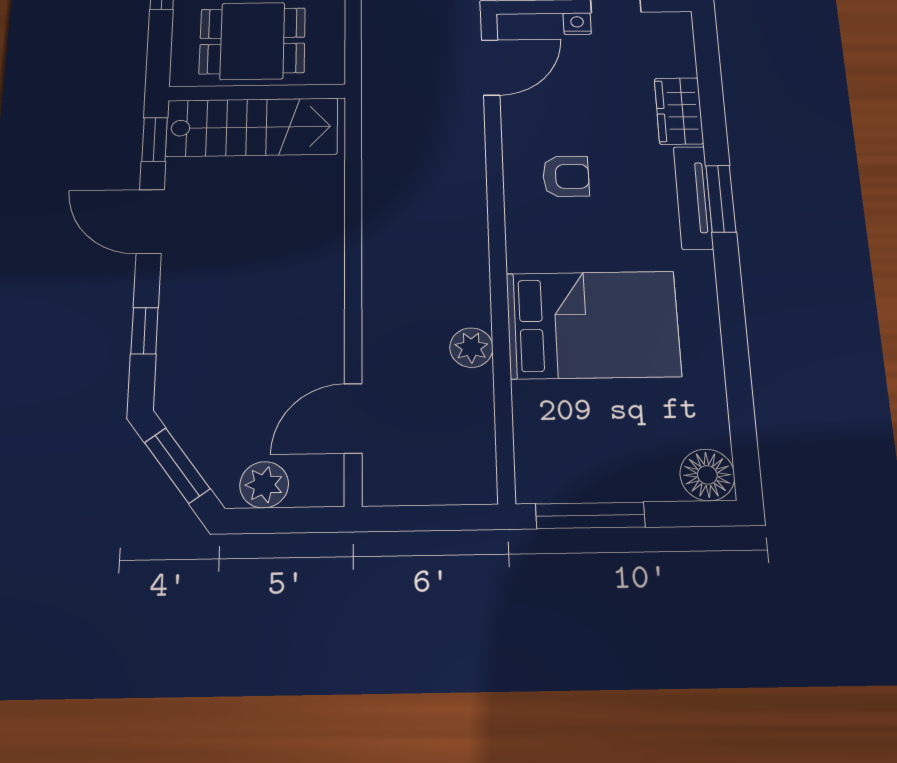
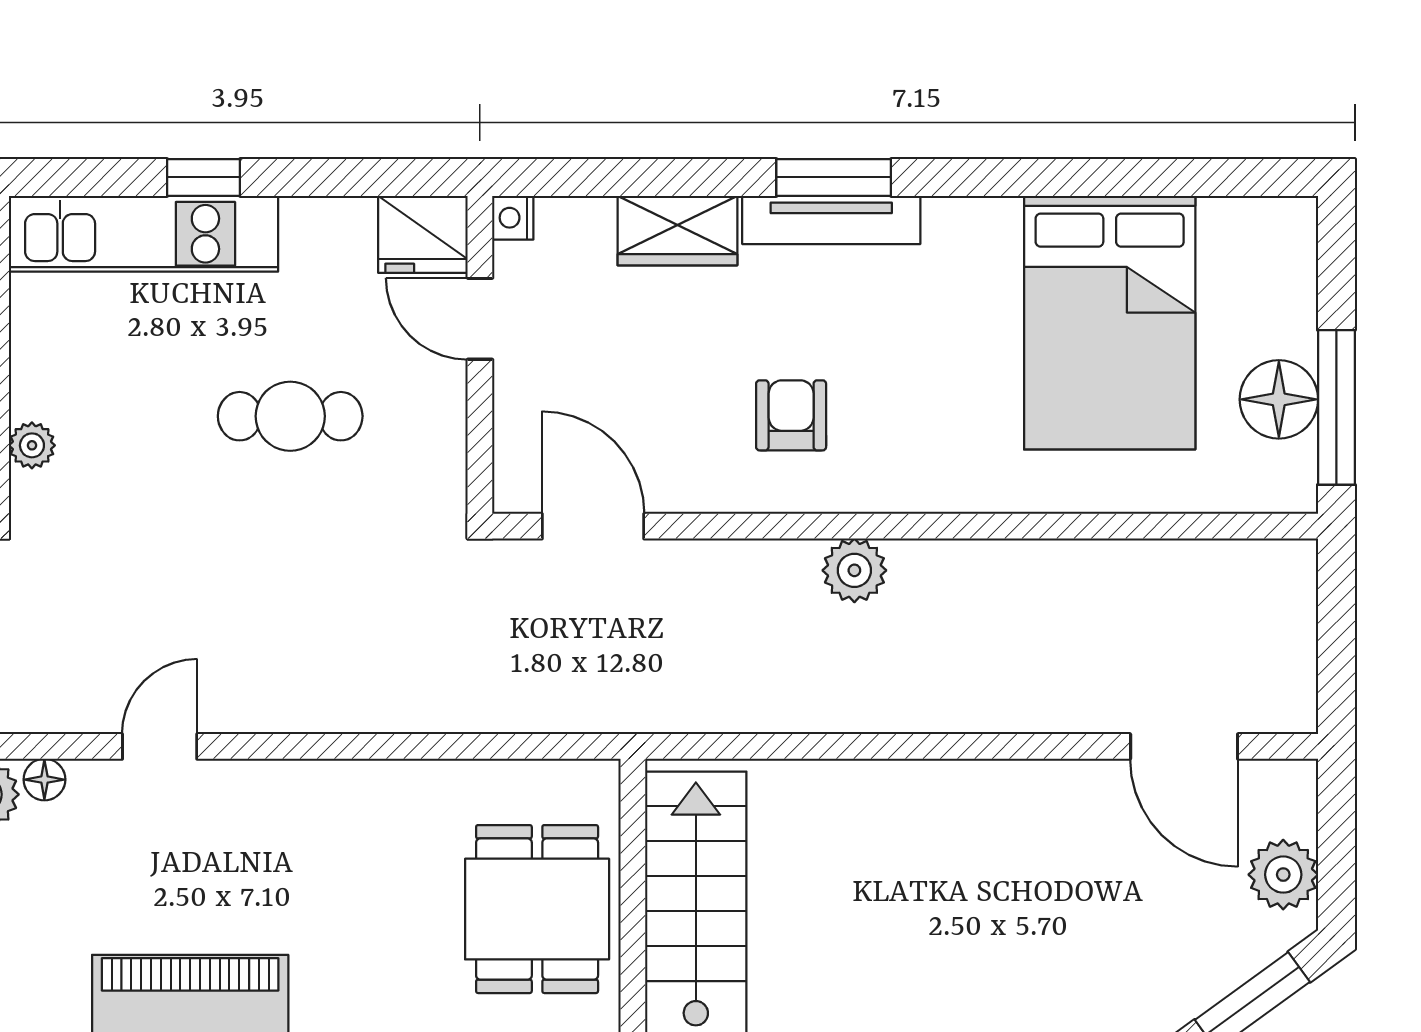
nightstand: (577, 24) -> (513, 218), moved
bed: (593, 325) -> (1110, 323), moved, turned 180
plant: (471, 348) -> (854, 570), moved
floor lamp: (707, 475) -> (1279, 399), moved

